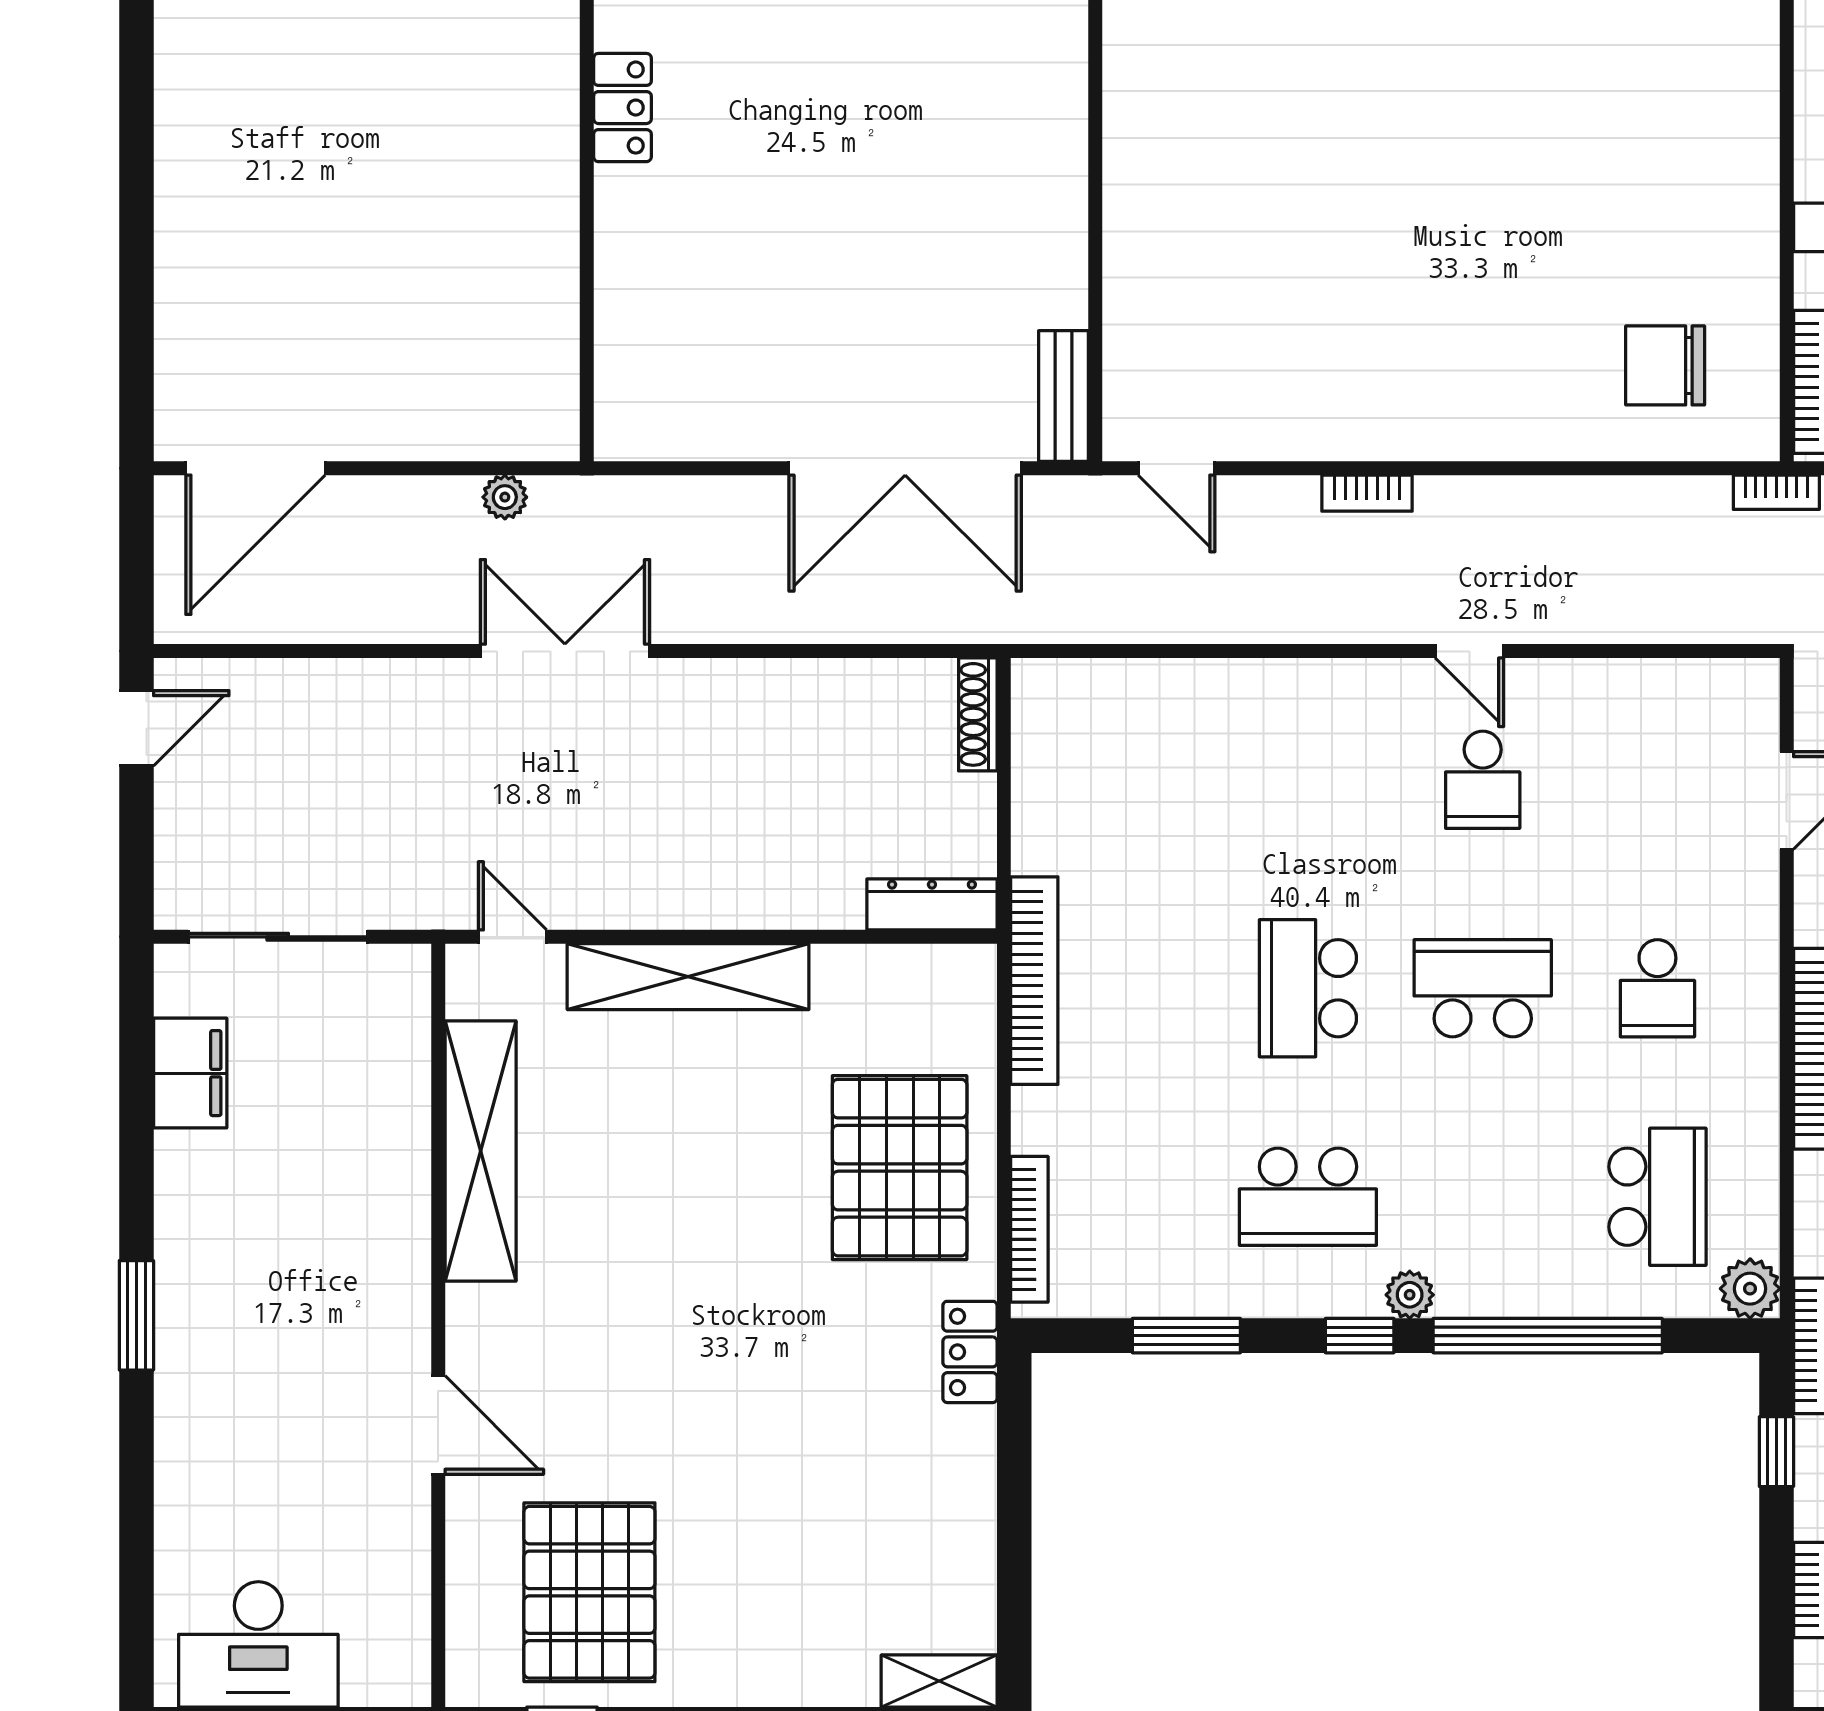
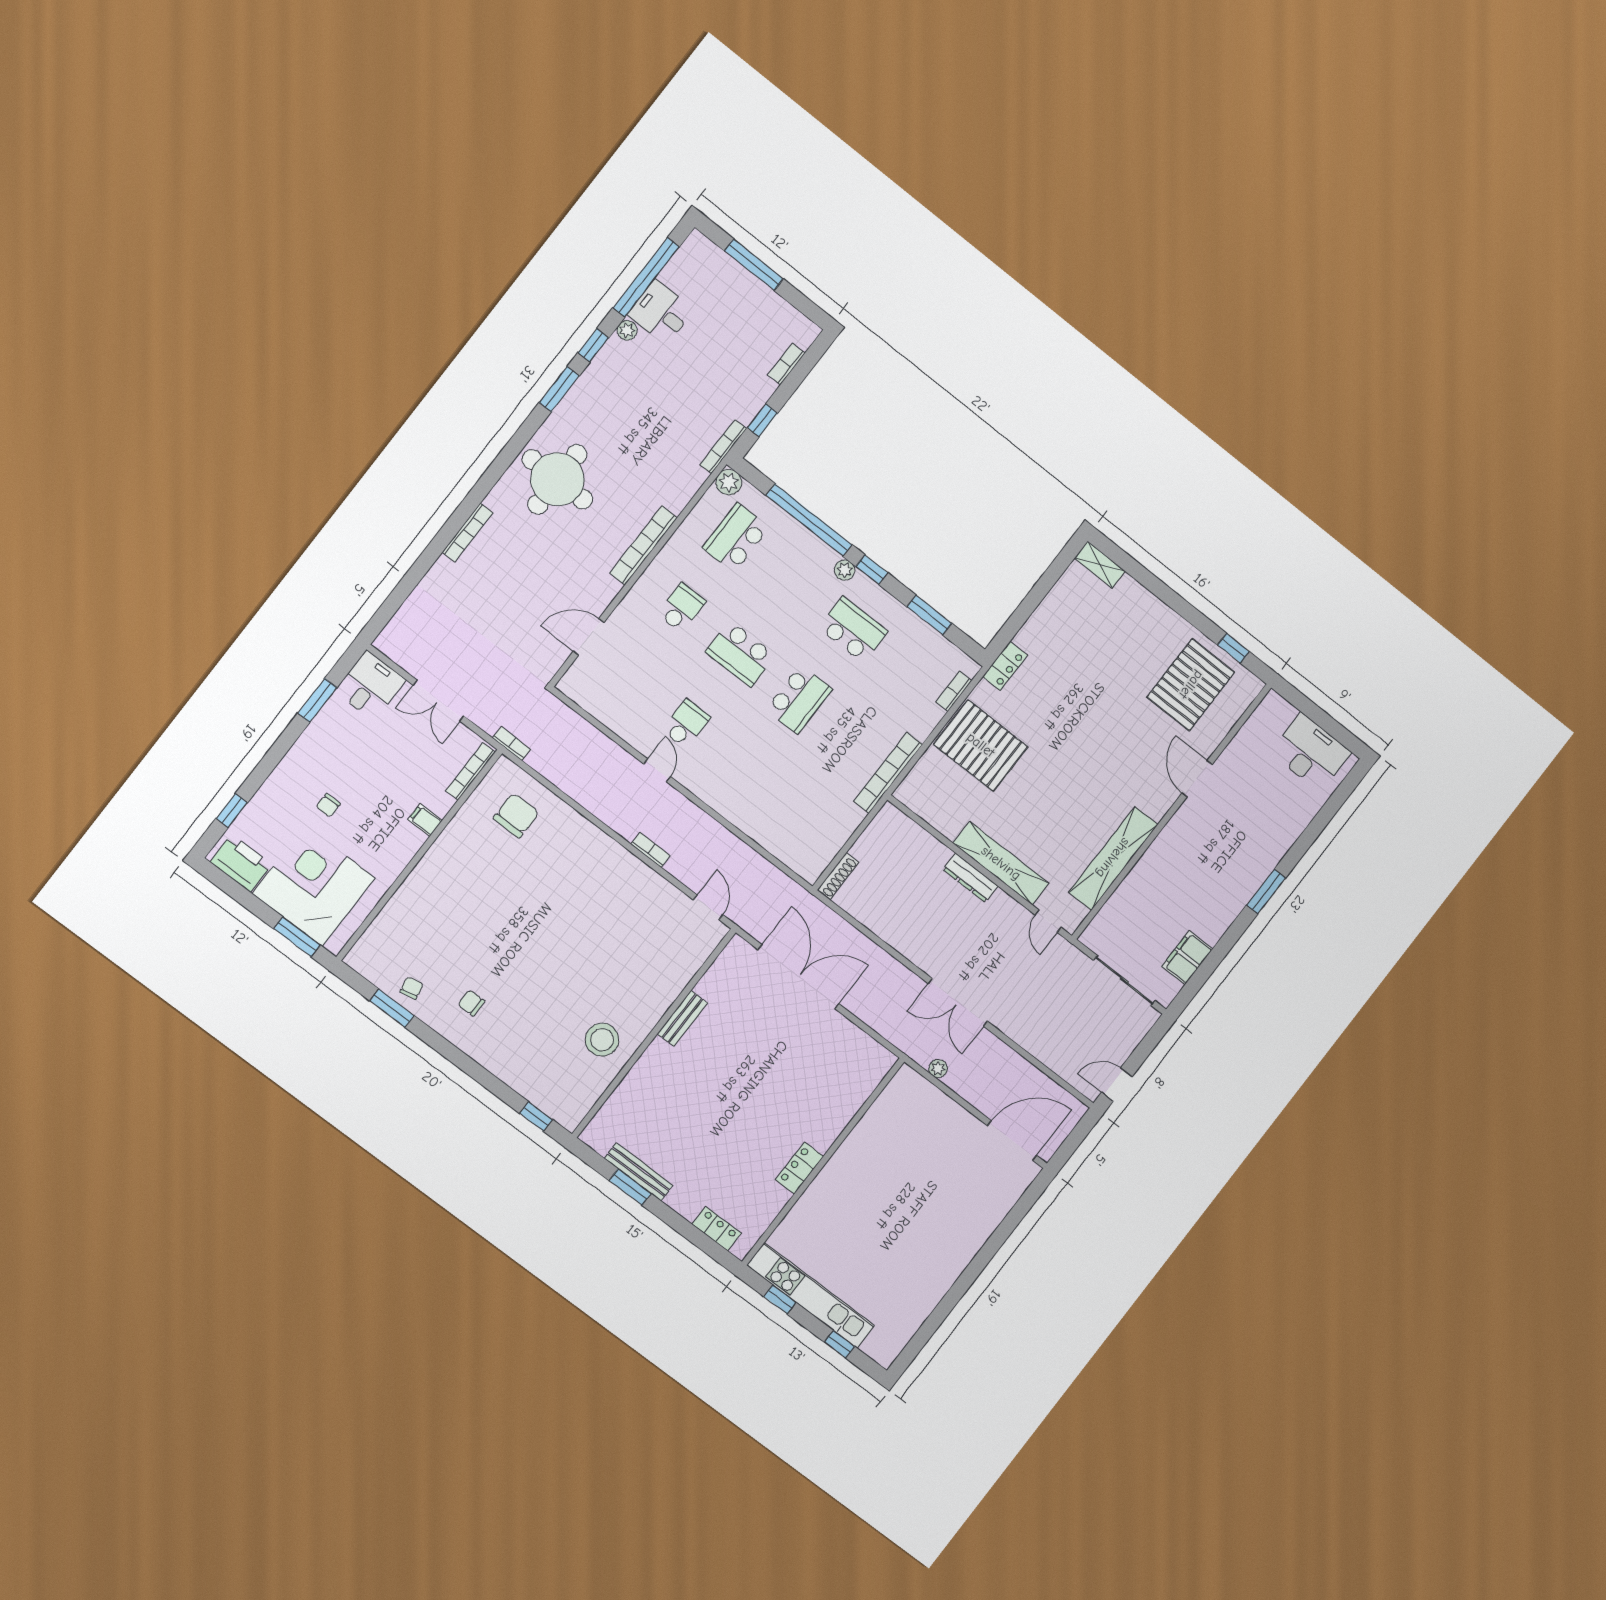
stool: (1183, 68) -> (602, 1040), added
chair: (1665, 365) -> (516, 815), turned -90
bench: (1064, 396) -> (682, 1018), moved
dresser: (932, 904) -> (970, 878), moved
pallet: (900, 1168) -> (981, 745), turned 90
bookcase: (1029, 1229) -> (954, 691), width x0.64

